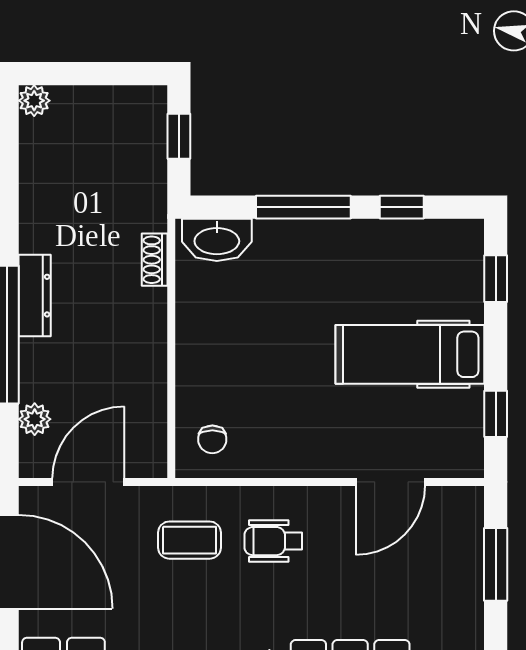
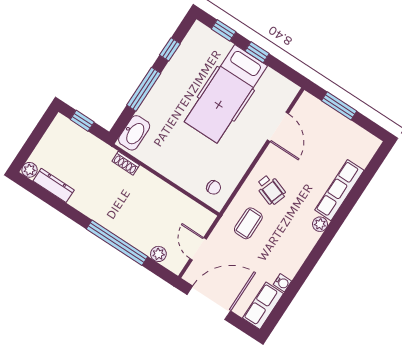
dresser: (35, 296) -> (54, 185), moved
hospital bed: (410, 354) -> (226, 94), width x1.37, depth x1.29
window: (496, 414) -> (257, 52), moved
door: (88, 482) -> (198, 249), width x0.73
wheelchair: (273, 541) -> (271, 190), turned -71

